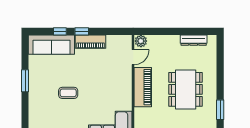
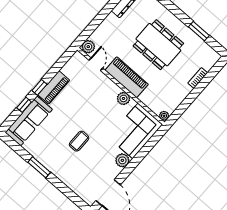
plant: (126, 98) -> (123, 98), added

